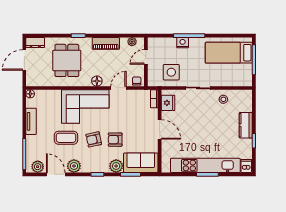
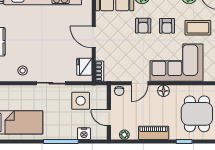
nightstand: (183, 43) -> (84, 134), moved
door: (146, 57) -> (109, 118), swing flipped
armchair: (94, 139) -> (167, 26), turned 102
armchair: (115, 140) -> (143, 26), turned 90

